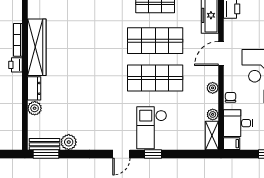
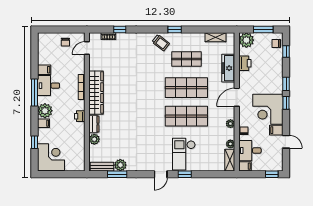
printer: (15, 65) -> (80, 116), moved
window: (46, 154) -> (117, 174), moved

